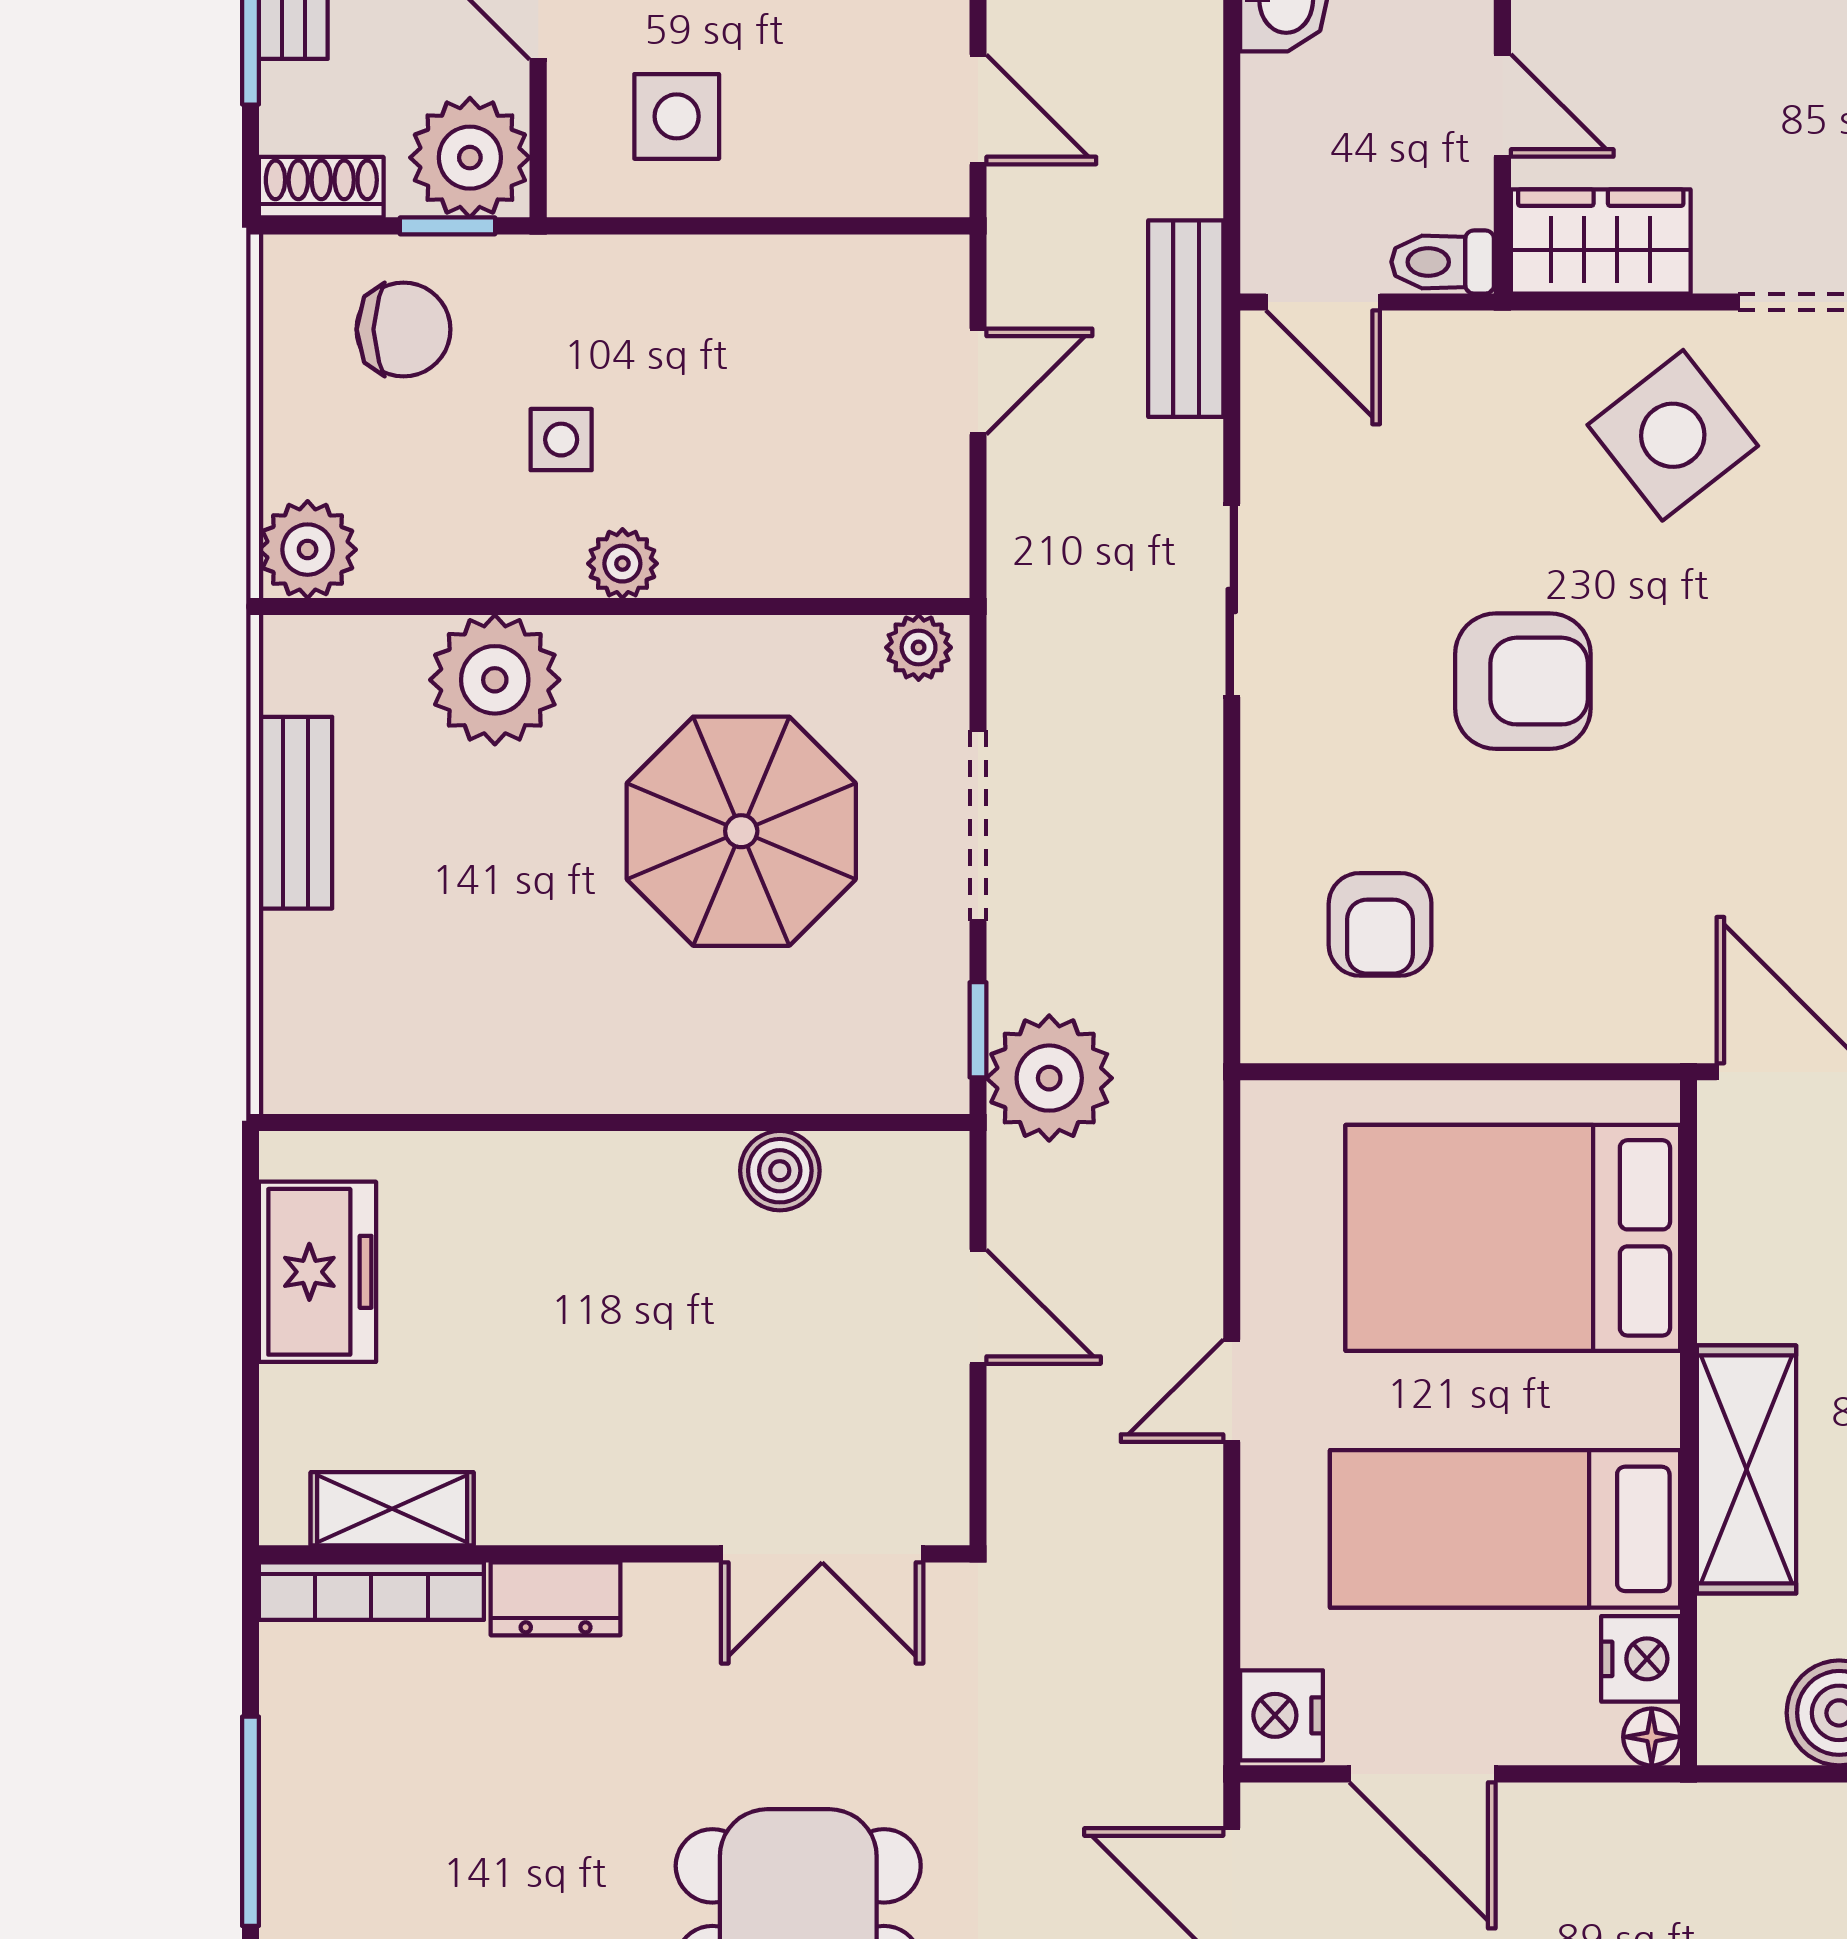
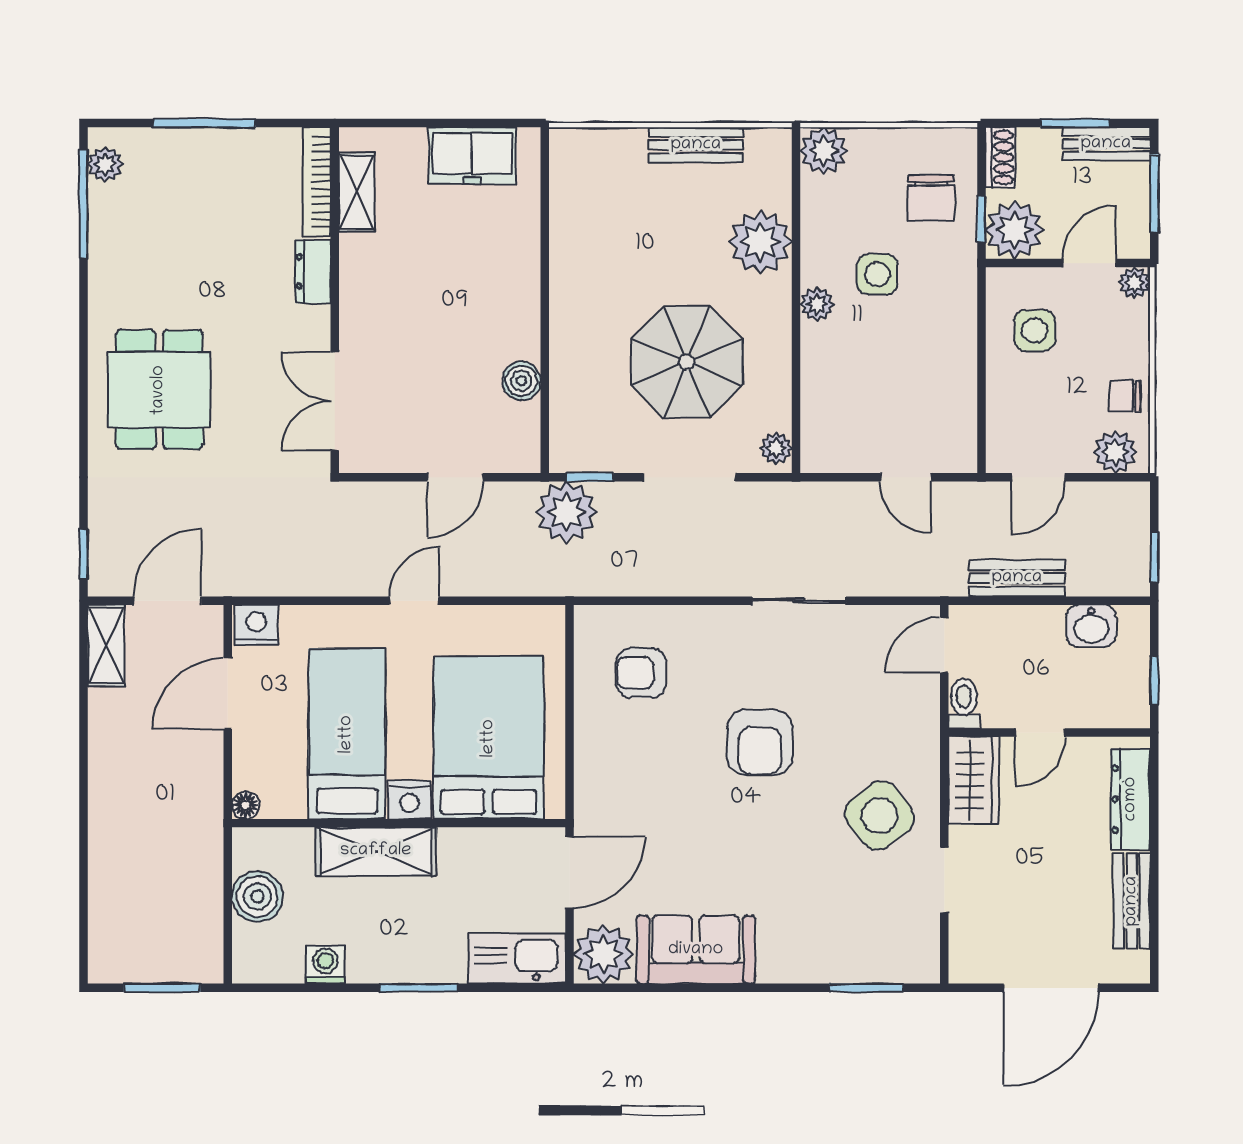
bench: (1186, 319) -> (1017, 578), moved
side table: (561, 440) -> (877, 274), width x1.37, depth x1.37
door: (1232, 1391) -> (414, 601), hinge flipped
nightstand: (1641, 1659) -> (410, 800), moved

